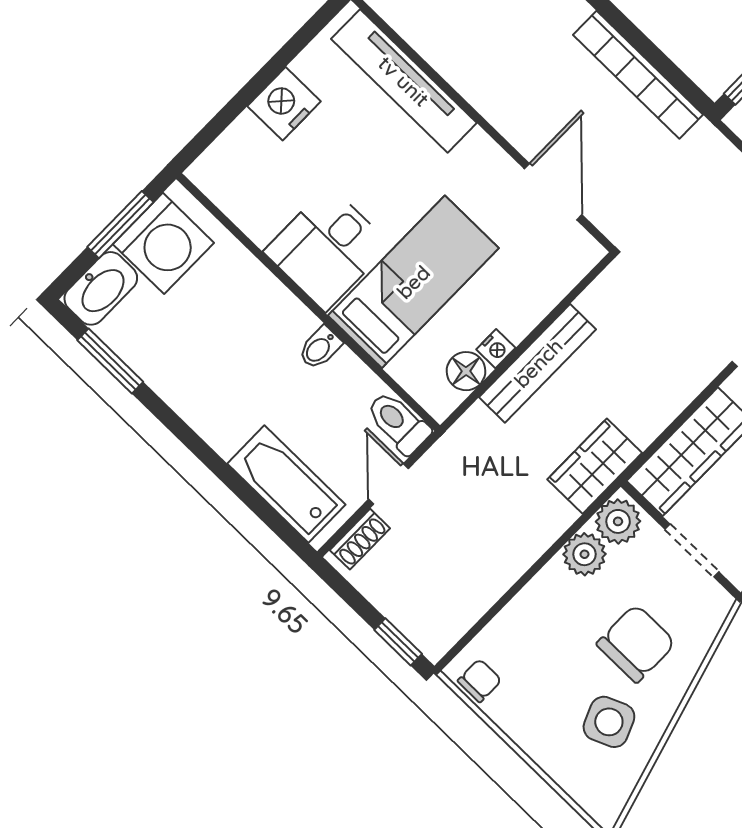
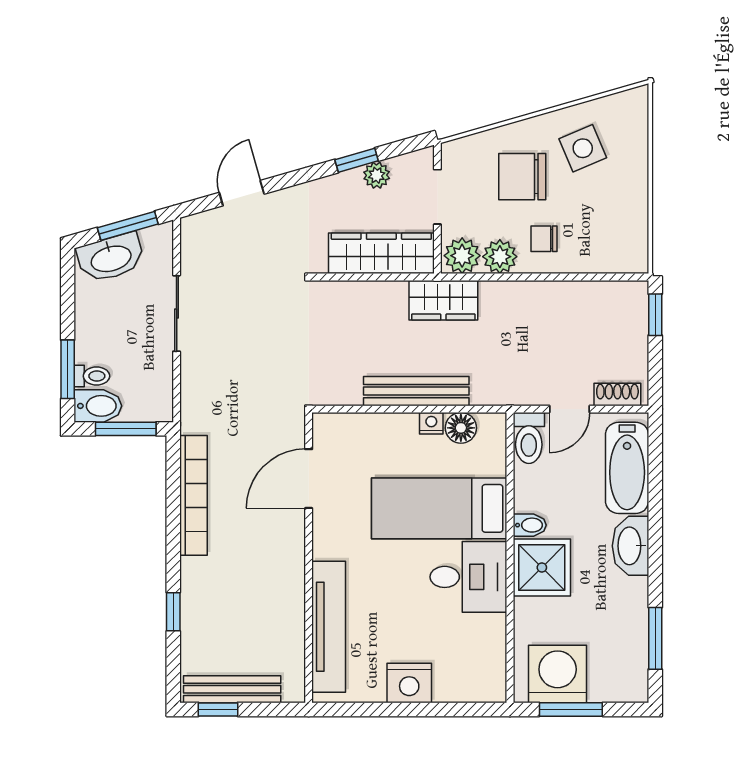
washbasin: (101, 288) -> (630, 546), moved, turned -90
shower: (272, 322) -> (542, 567), added
chair: (480, 681) -> (544, 239), moved

